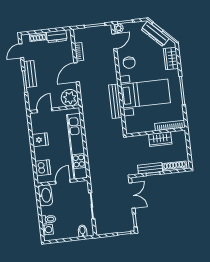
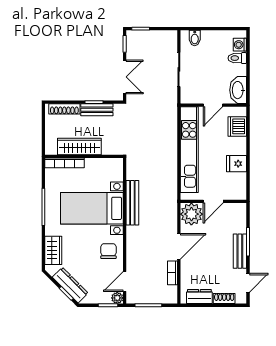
door: (45, 110) -> (213, 201), moved
wardrobe: (160, 139) -> (79, 146), width x1.50
double door: (132, 195) -> (125, 77), swing flipped

